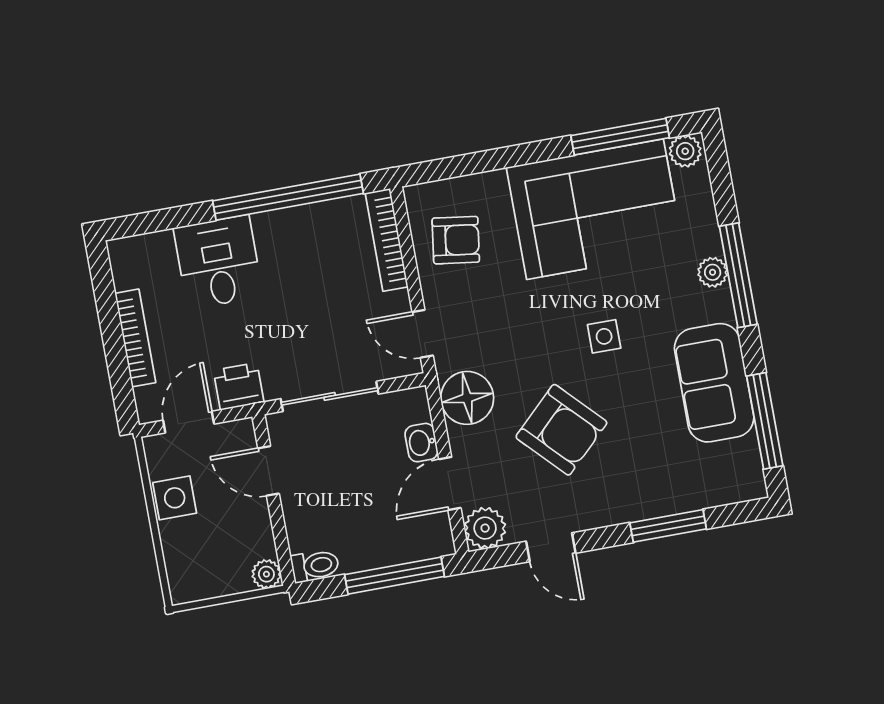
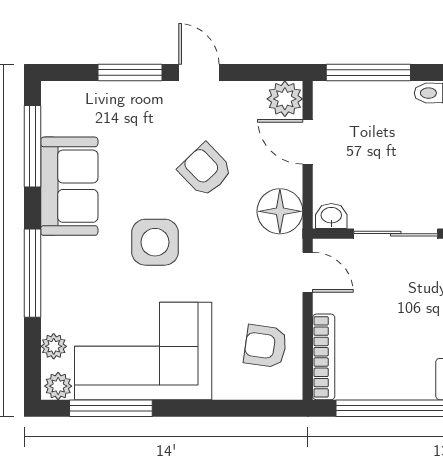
plant: (713, 272) -> (54, 346), moved
side table: (604, 336) -> (155, 242), width x1.87, depth x1.87
armchair: (561, 430) -> (205, 170), width x0.72, depth x0.72
washbasin: (421, 443) -> (331, 216), moved, turned -90
door: (450, 483) -> (308, 142), swing flipped
door: (551, 547) -> (199, 73), moved

